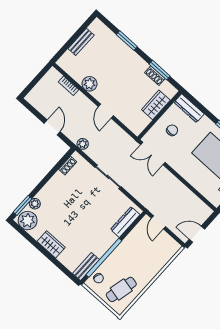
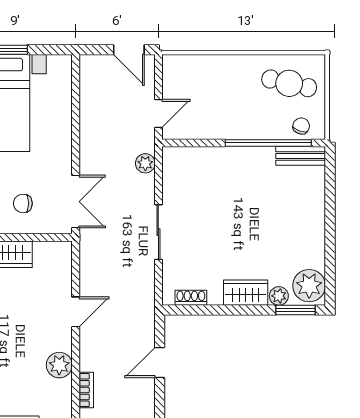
plant: (83, 144) -> (145, 163), moved
dresser: (125, 222) -> (197, 157), removed
wardrobe: (51, 244) -> (246, 293), moved, turned 90

